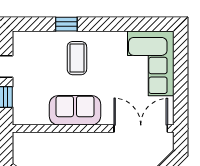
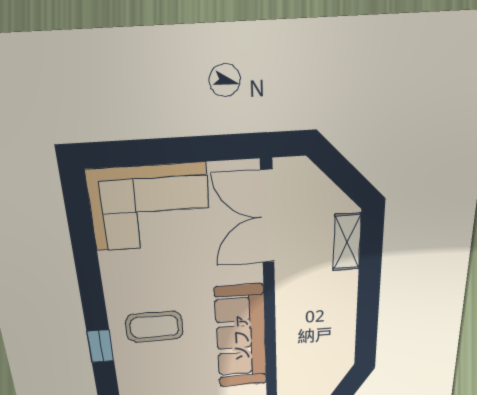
sofa: (75, 110) -> (241, 337), width x1.36

